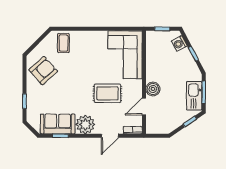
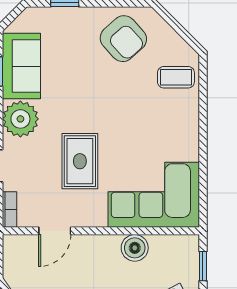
boiler: (153, 89) -> (135, 248), moved
door: (144, 106) -> (55, 231), swing flipped

